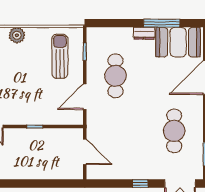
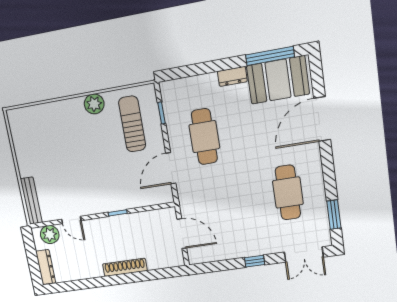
window: (162, 23) -> (270, 56), moved
plant: (17, 35) -> (94, 104), moved
shoe rack: (32, 174) -> (125, 267), added

